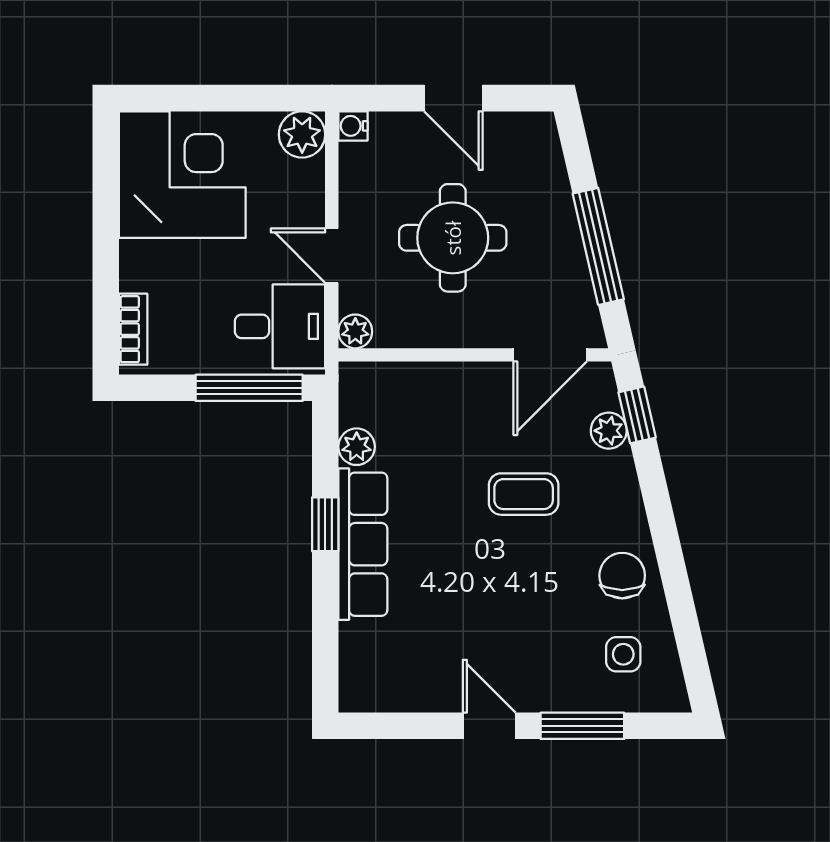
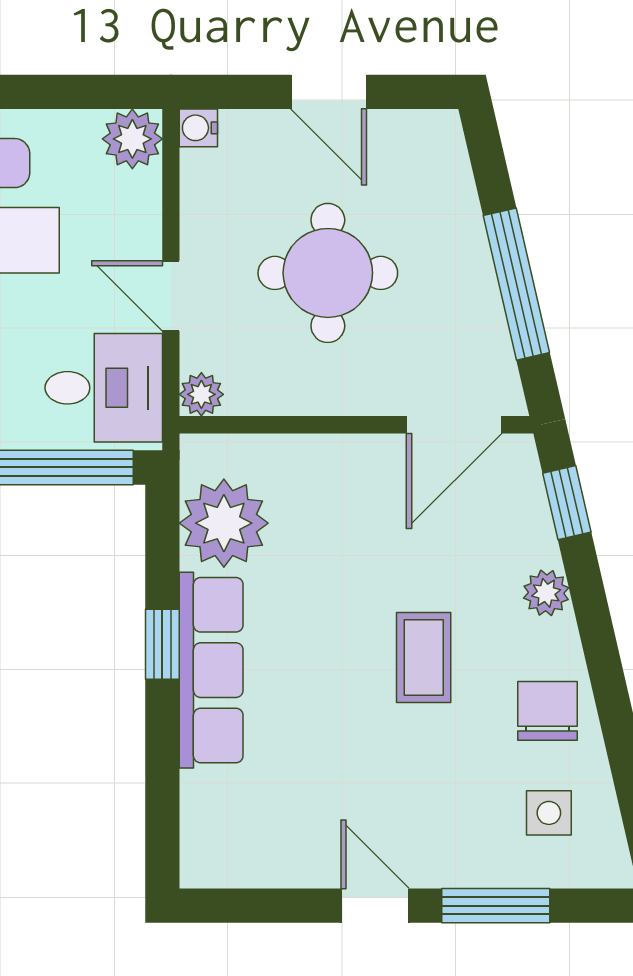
plant: (609, 431) -> (546, 593), moved
plant: (357, 447) -> (224, 523), width x1.88, depth x1.88
coffee table: (524, 494) -> (424, 657), moved, turned 90

